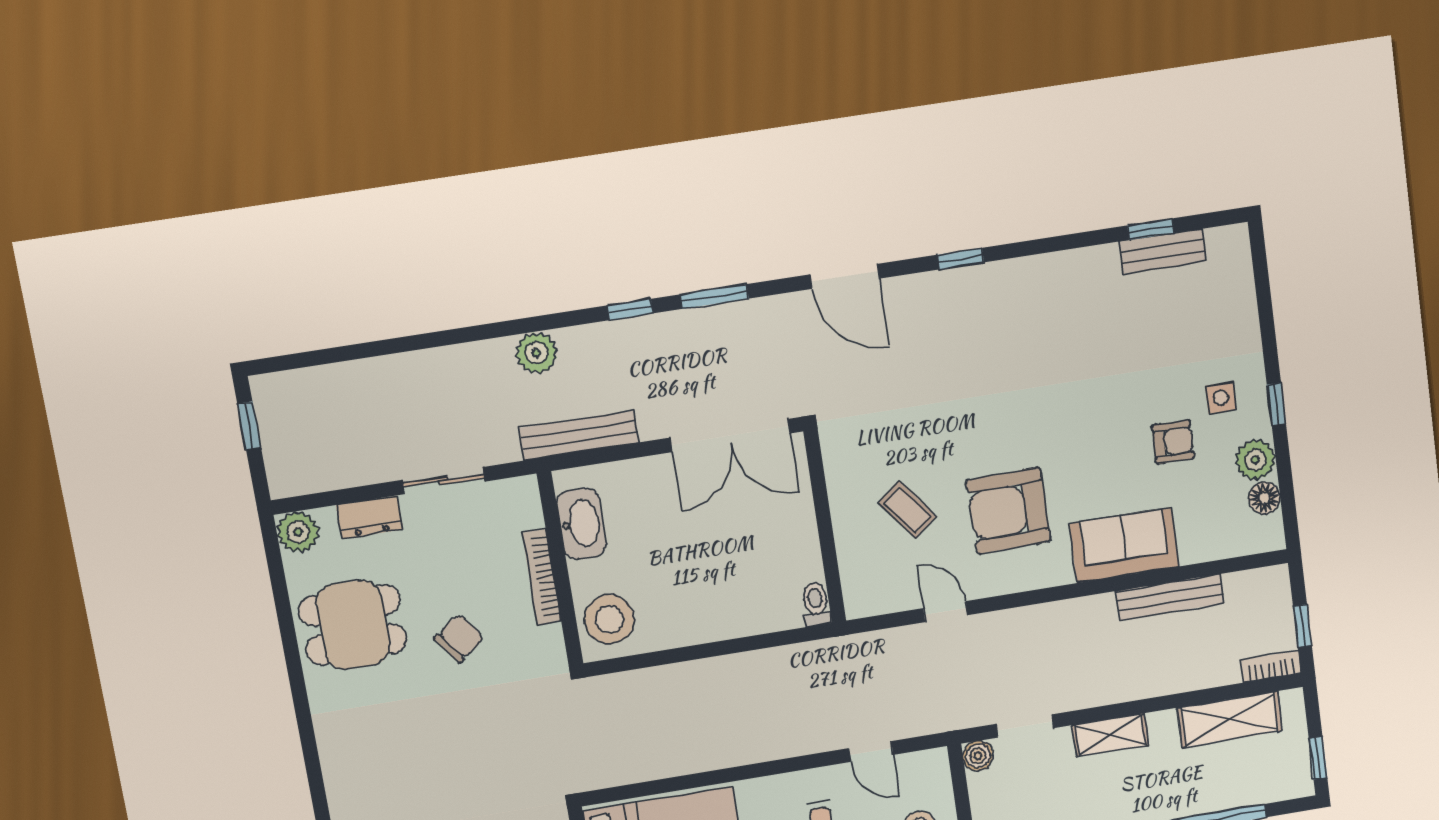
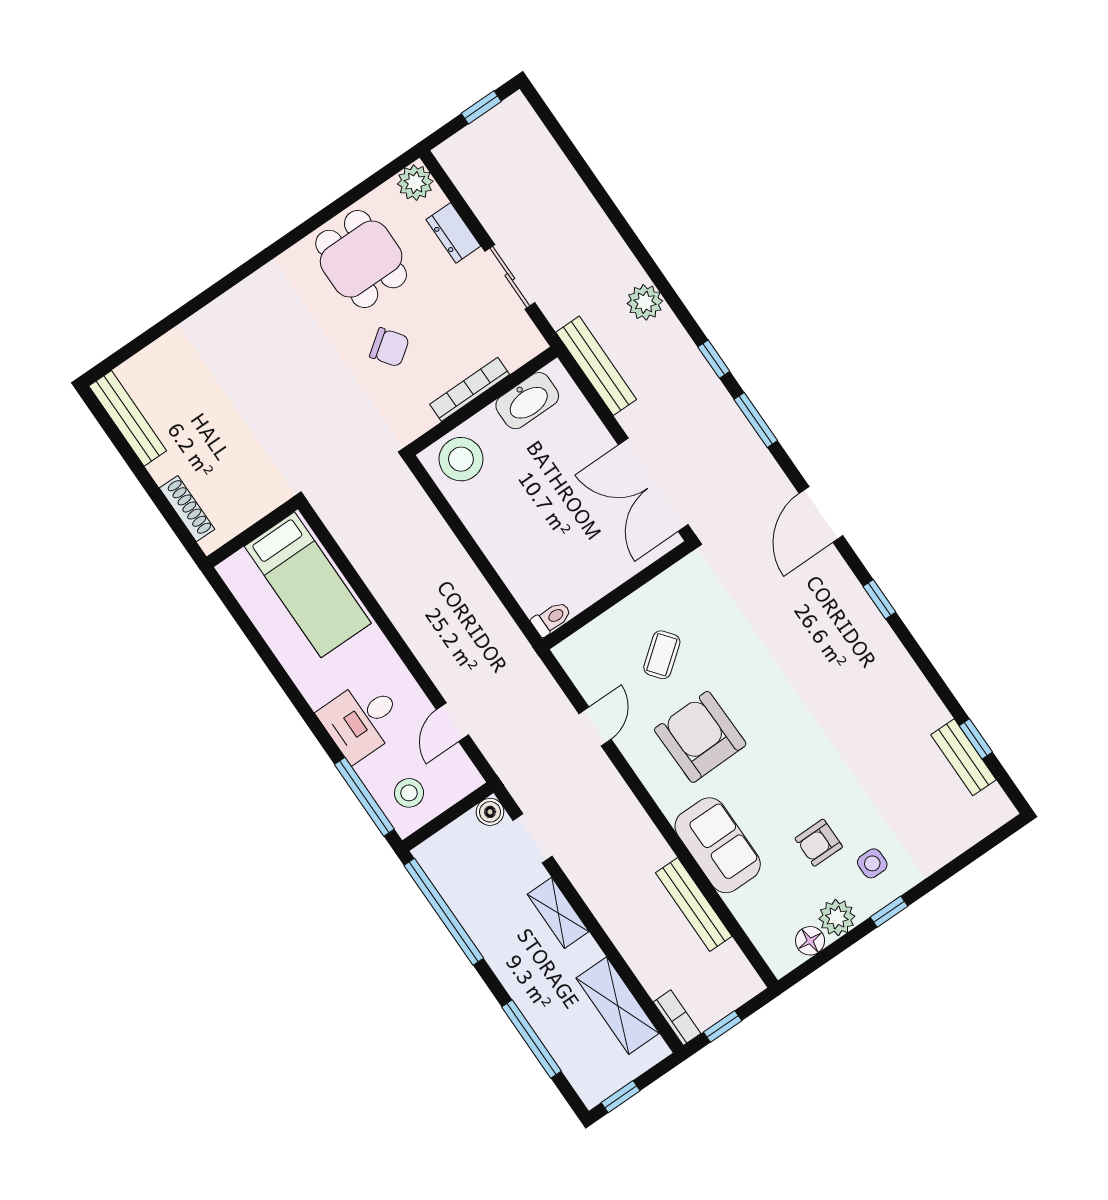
armchair: (1173, 442) -> (819, 843), turned 90

